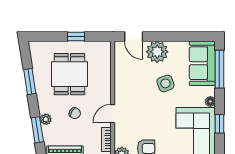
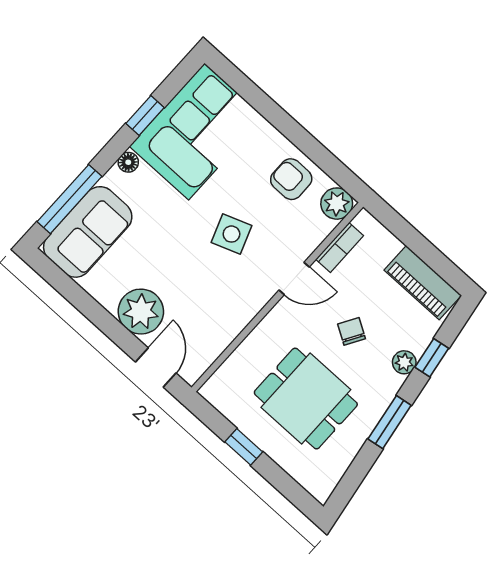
dining table: (69, 74) -> (306, 399), turned 90
window: (30, 81) -> (390, 422), moved
side table: (165, 83) -> (231, 234), moved
window: (37, 130) -> (432, 358), width x0.67

